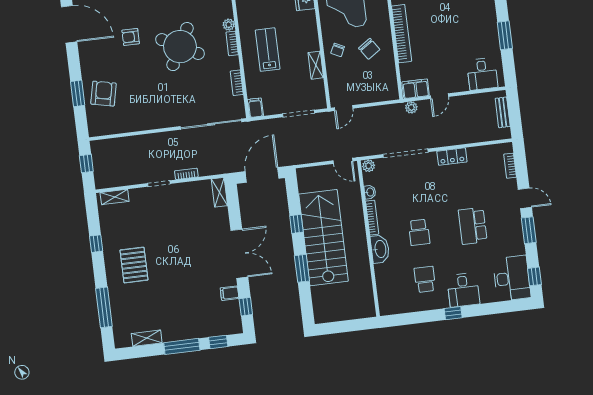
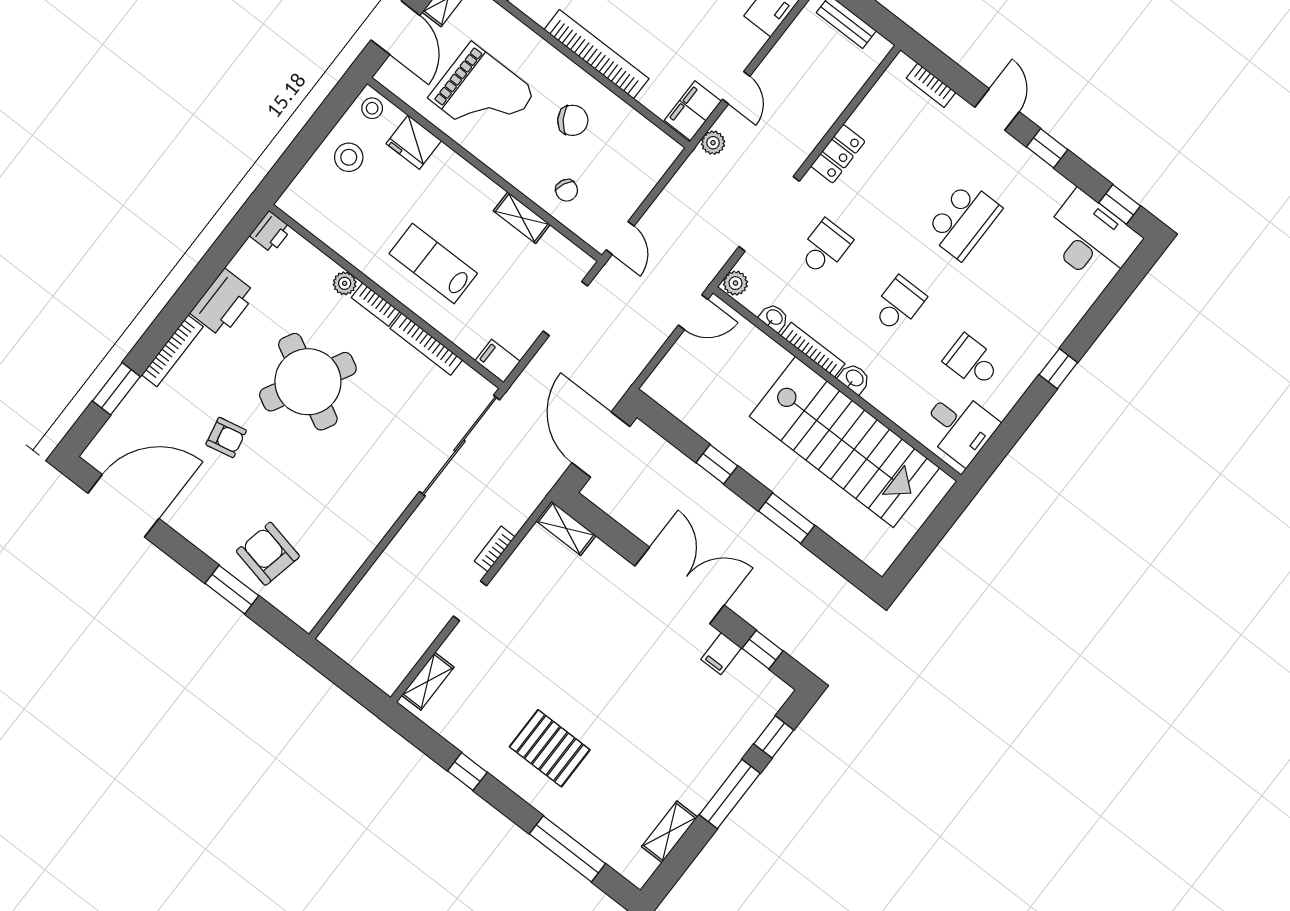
armchair: (131, 37) -> (226, 437), turned -102
chair: (338, 50) -> (567, 190), moved
bookcase: (237, 83) -> (426, 344), width x1.56
window: (86, 164) -> (342, 675), removed
school desk: (413, 185) -> (825, 248), added
door: (525, 198) -> (997, 110), hinge flipped
school desk: (473, 226) -> (963, 220), turned -90
window: (529, 230) -> (1047, 148), width x0.67
school desk: (419, 232) -> (898, 305), turned -90
stairs: (323, 238) -> (844, 442), moved, turned 180
washbasin: (380, 249) -> (854, 378), width x0.52, depth x0.69
desk: (463, 290) -> (959, 427), moved

